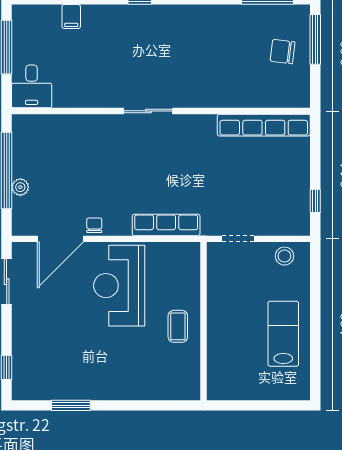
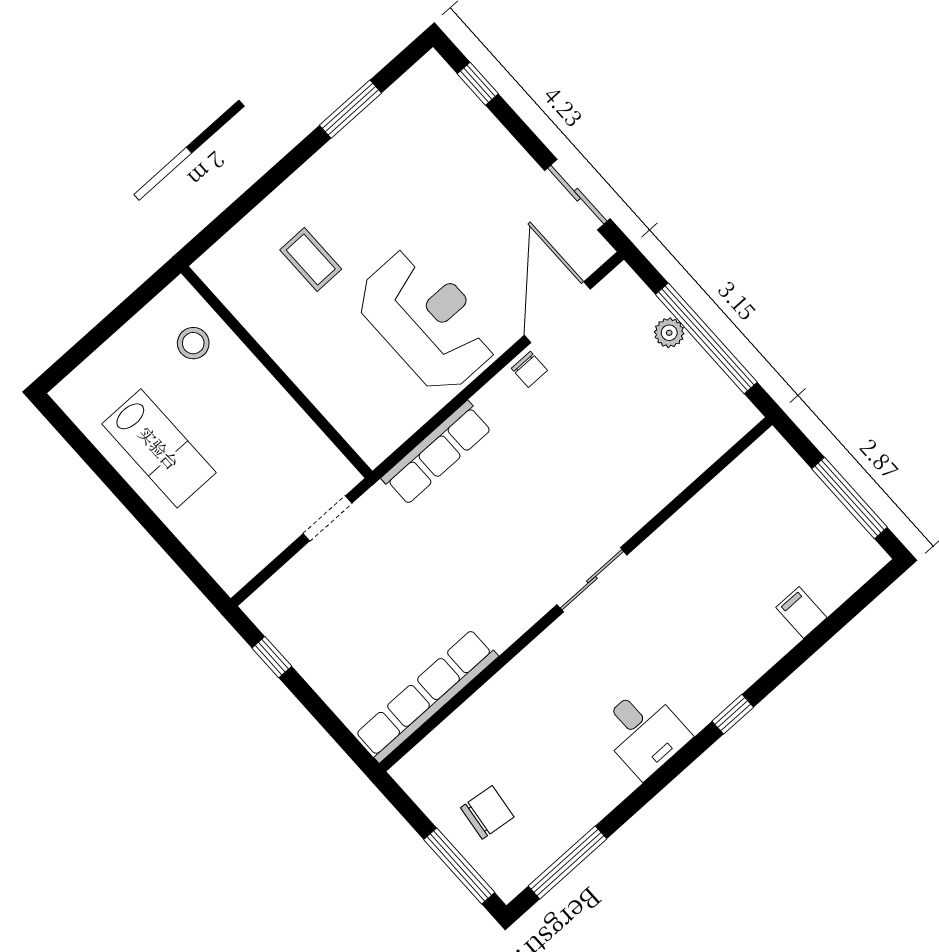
desk: (32, 86) -> (644, 732), moved, turned 180
stool: (284, 256) -> (193, 343), moved
coffee table: (178, 326) -> (311, 259), moved

